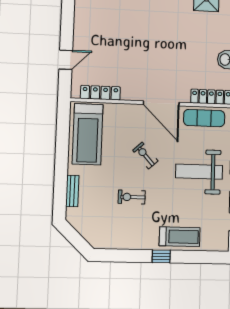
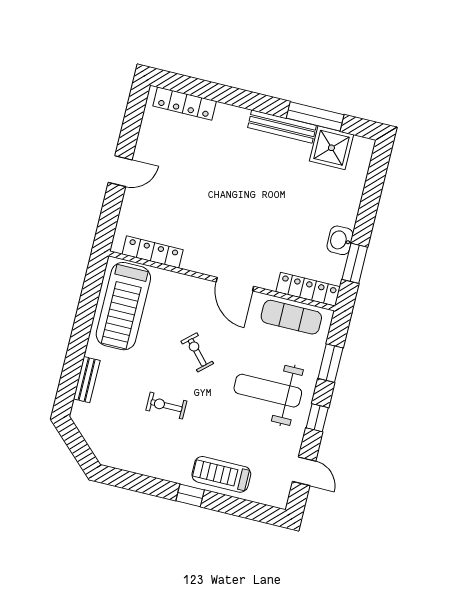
door: (66, 60) -> (120, 171), moved
door: (161, 103) -> (235, 284), width x0.73
treadmill: (180, 237) -> (221, 474), turned 180

